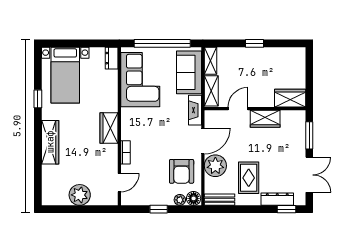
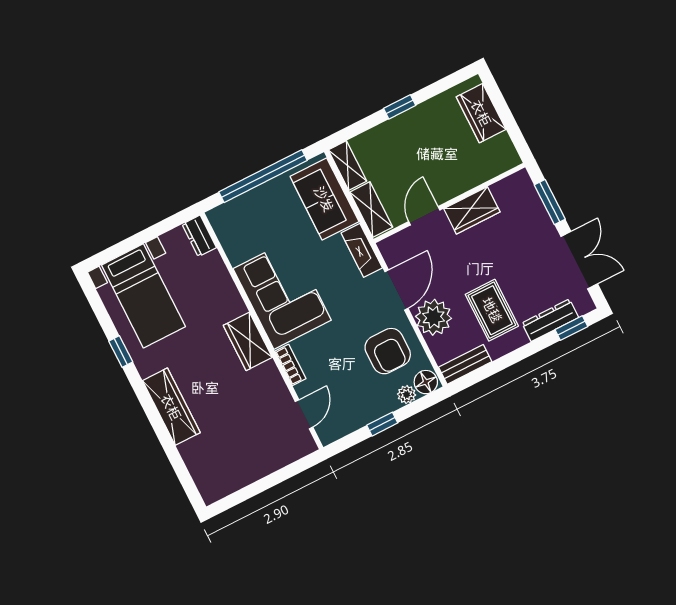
corner sofa: (140, 80) -> (282, 294), moved
wardrobe: (290, 98) -> (481, 113), moved, turned -90
plant: (80, 195) -> (255, 462), removed

